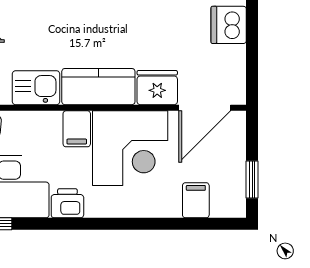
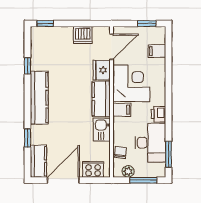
dishwasher: (229, 25) -> (83, 35), moved
door: (205, 108) -> (112, 47), hinge flipped

